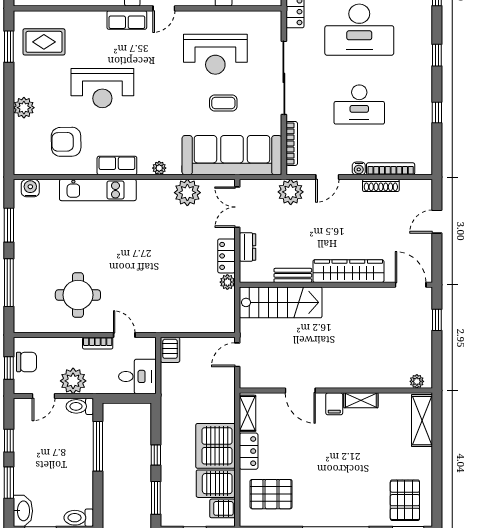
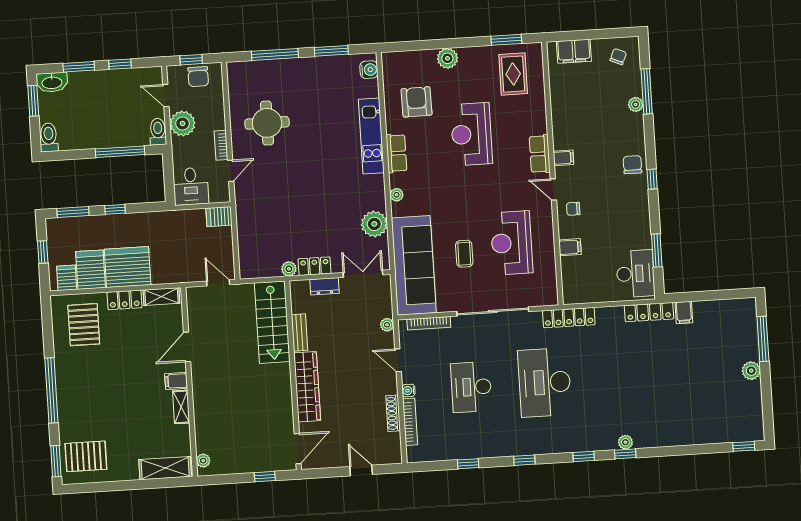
plant: (291, 192) -> (387, 325), width x0.53, depth x0.53

